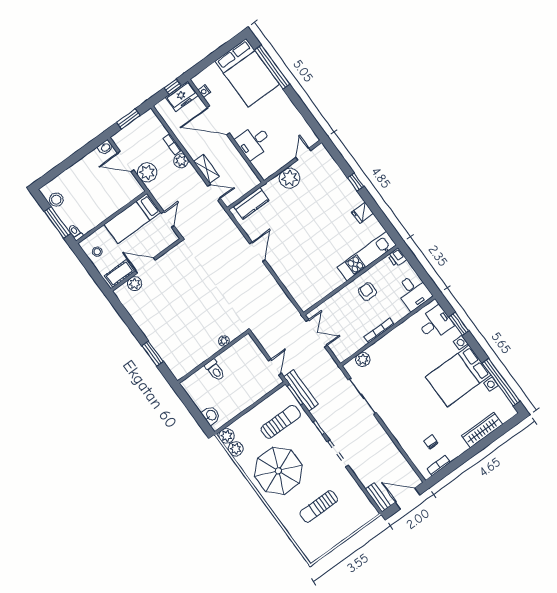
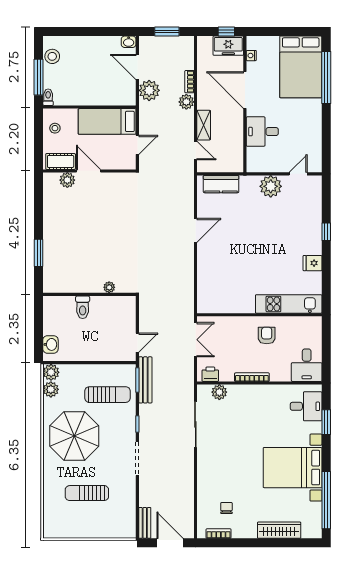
printer: (397, 257) -> (210, 374), moved, turned 90

